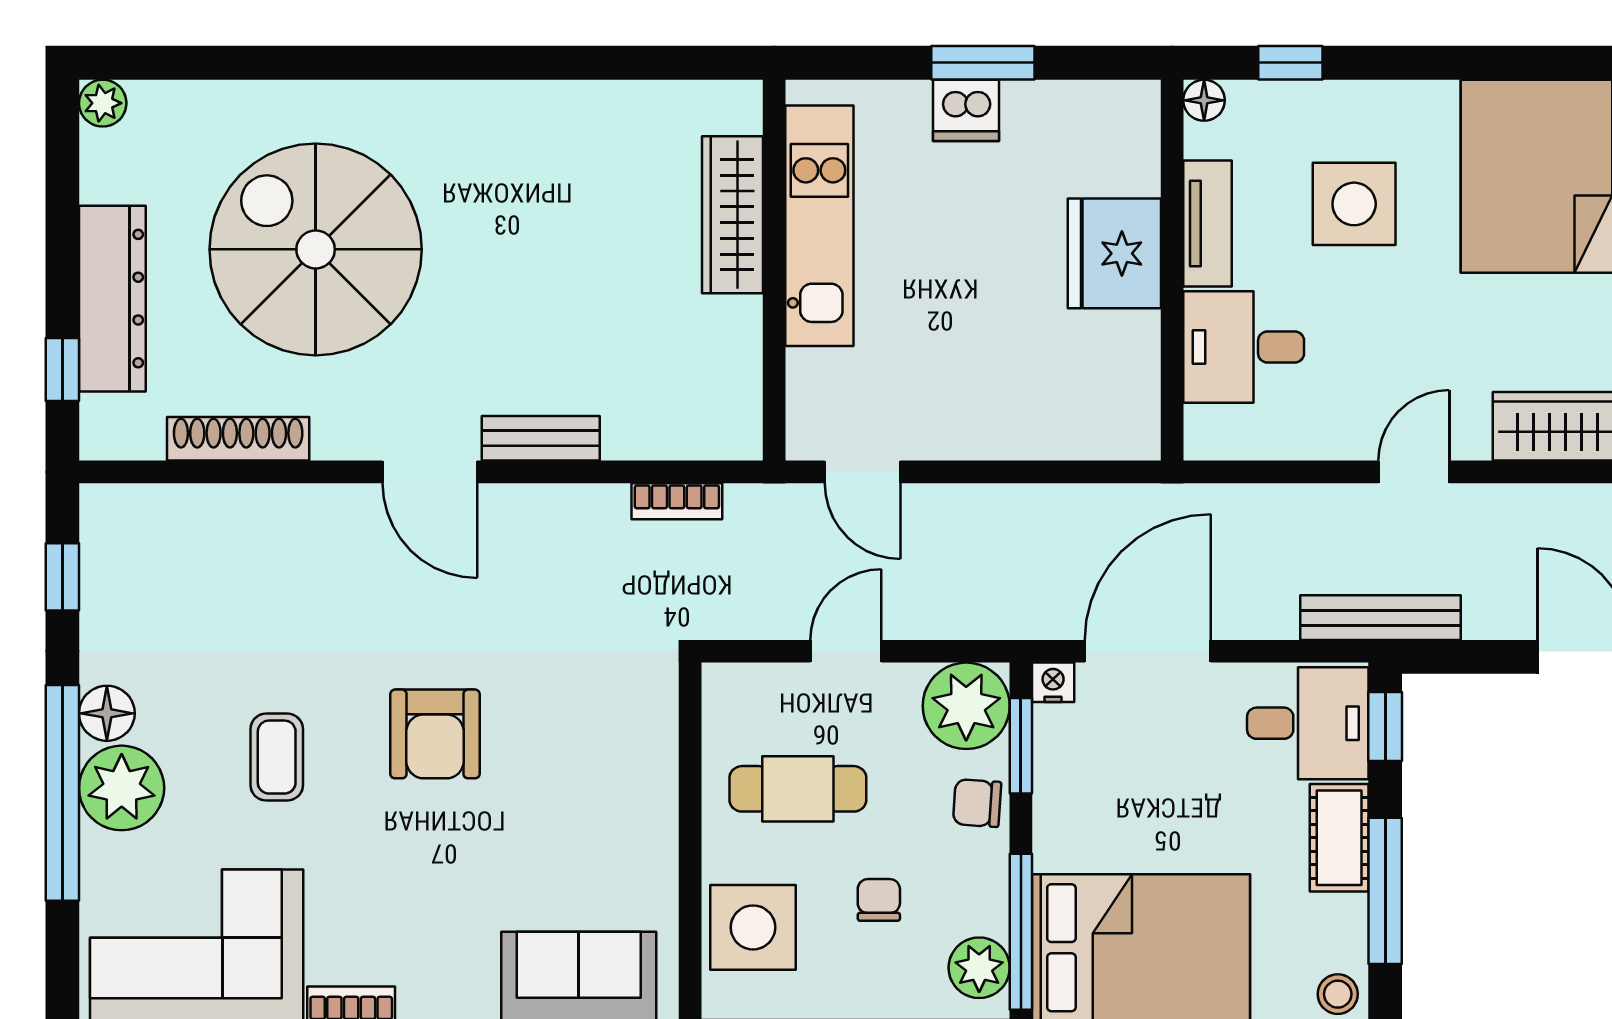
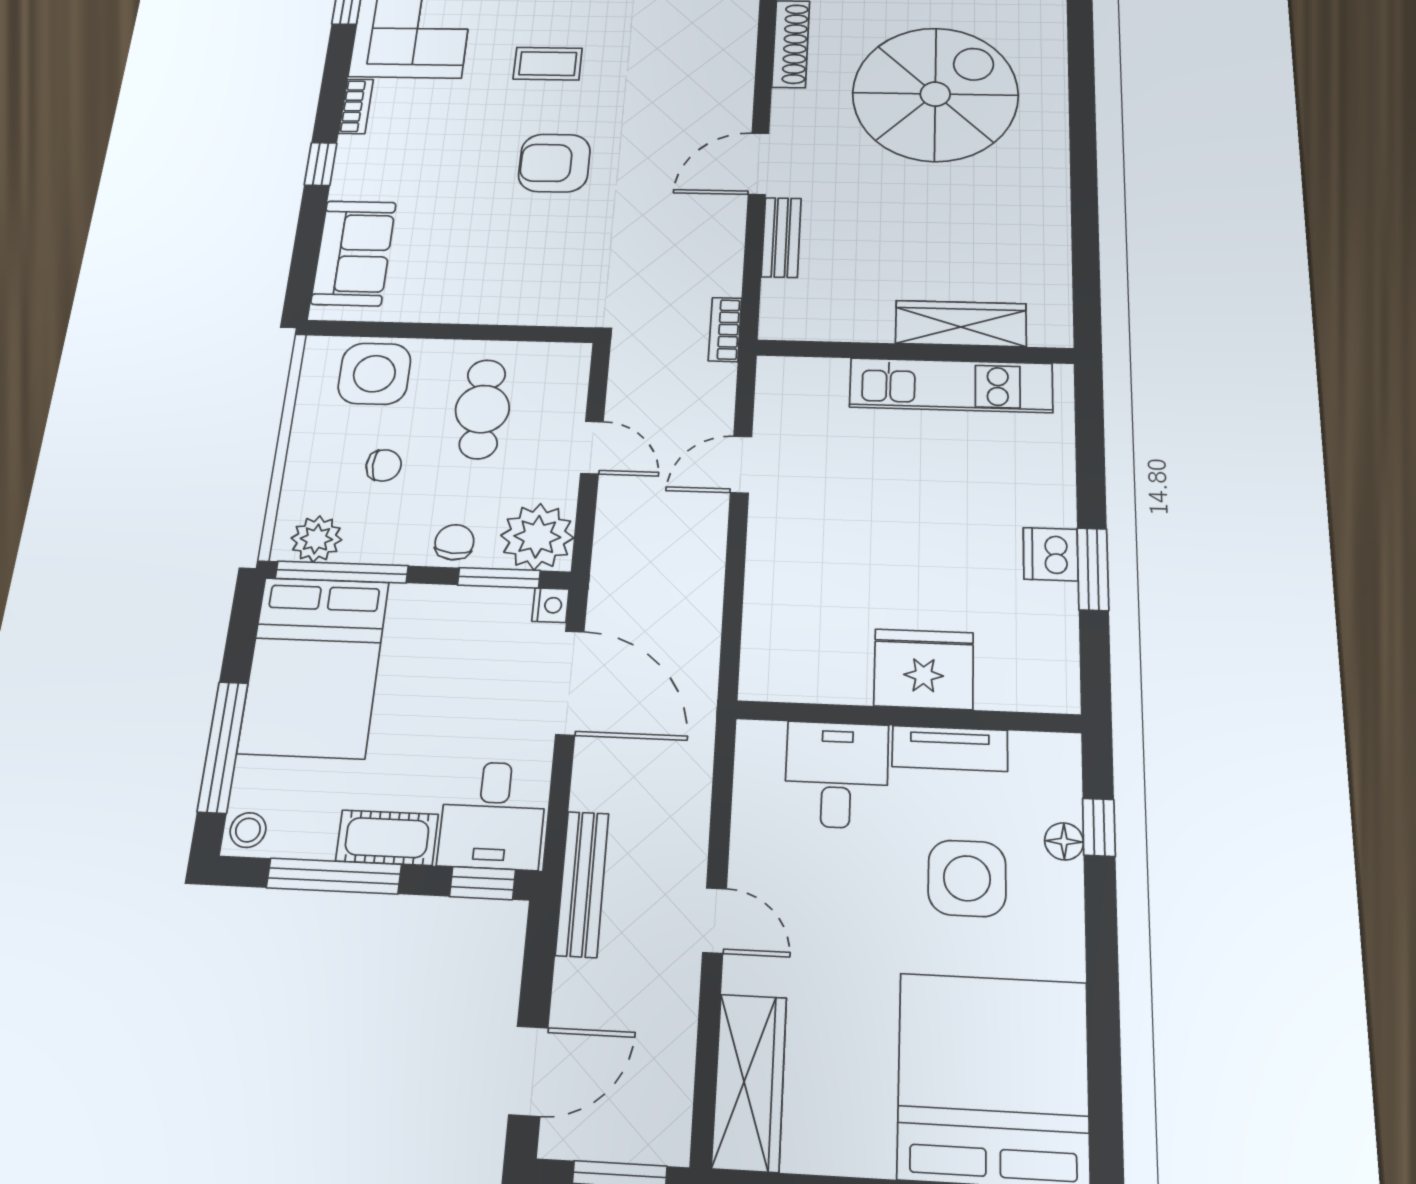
floor lamp: (1204, 100) -> (1064, 841), moved
wardrobe: (733, 215) -> (961, 323), moved
kitchen unit: (819, 226) -> (951, 385), moved
wall: (774, 270) -> (914, 352), moved

